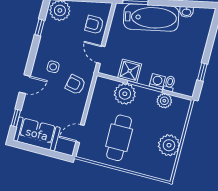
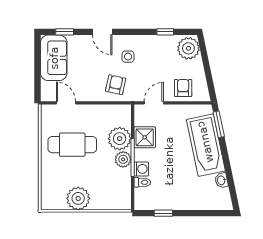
plant: (164, 101) -> (123, 159), moved

